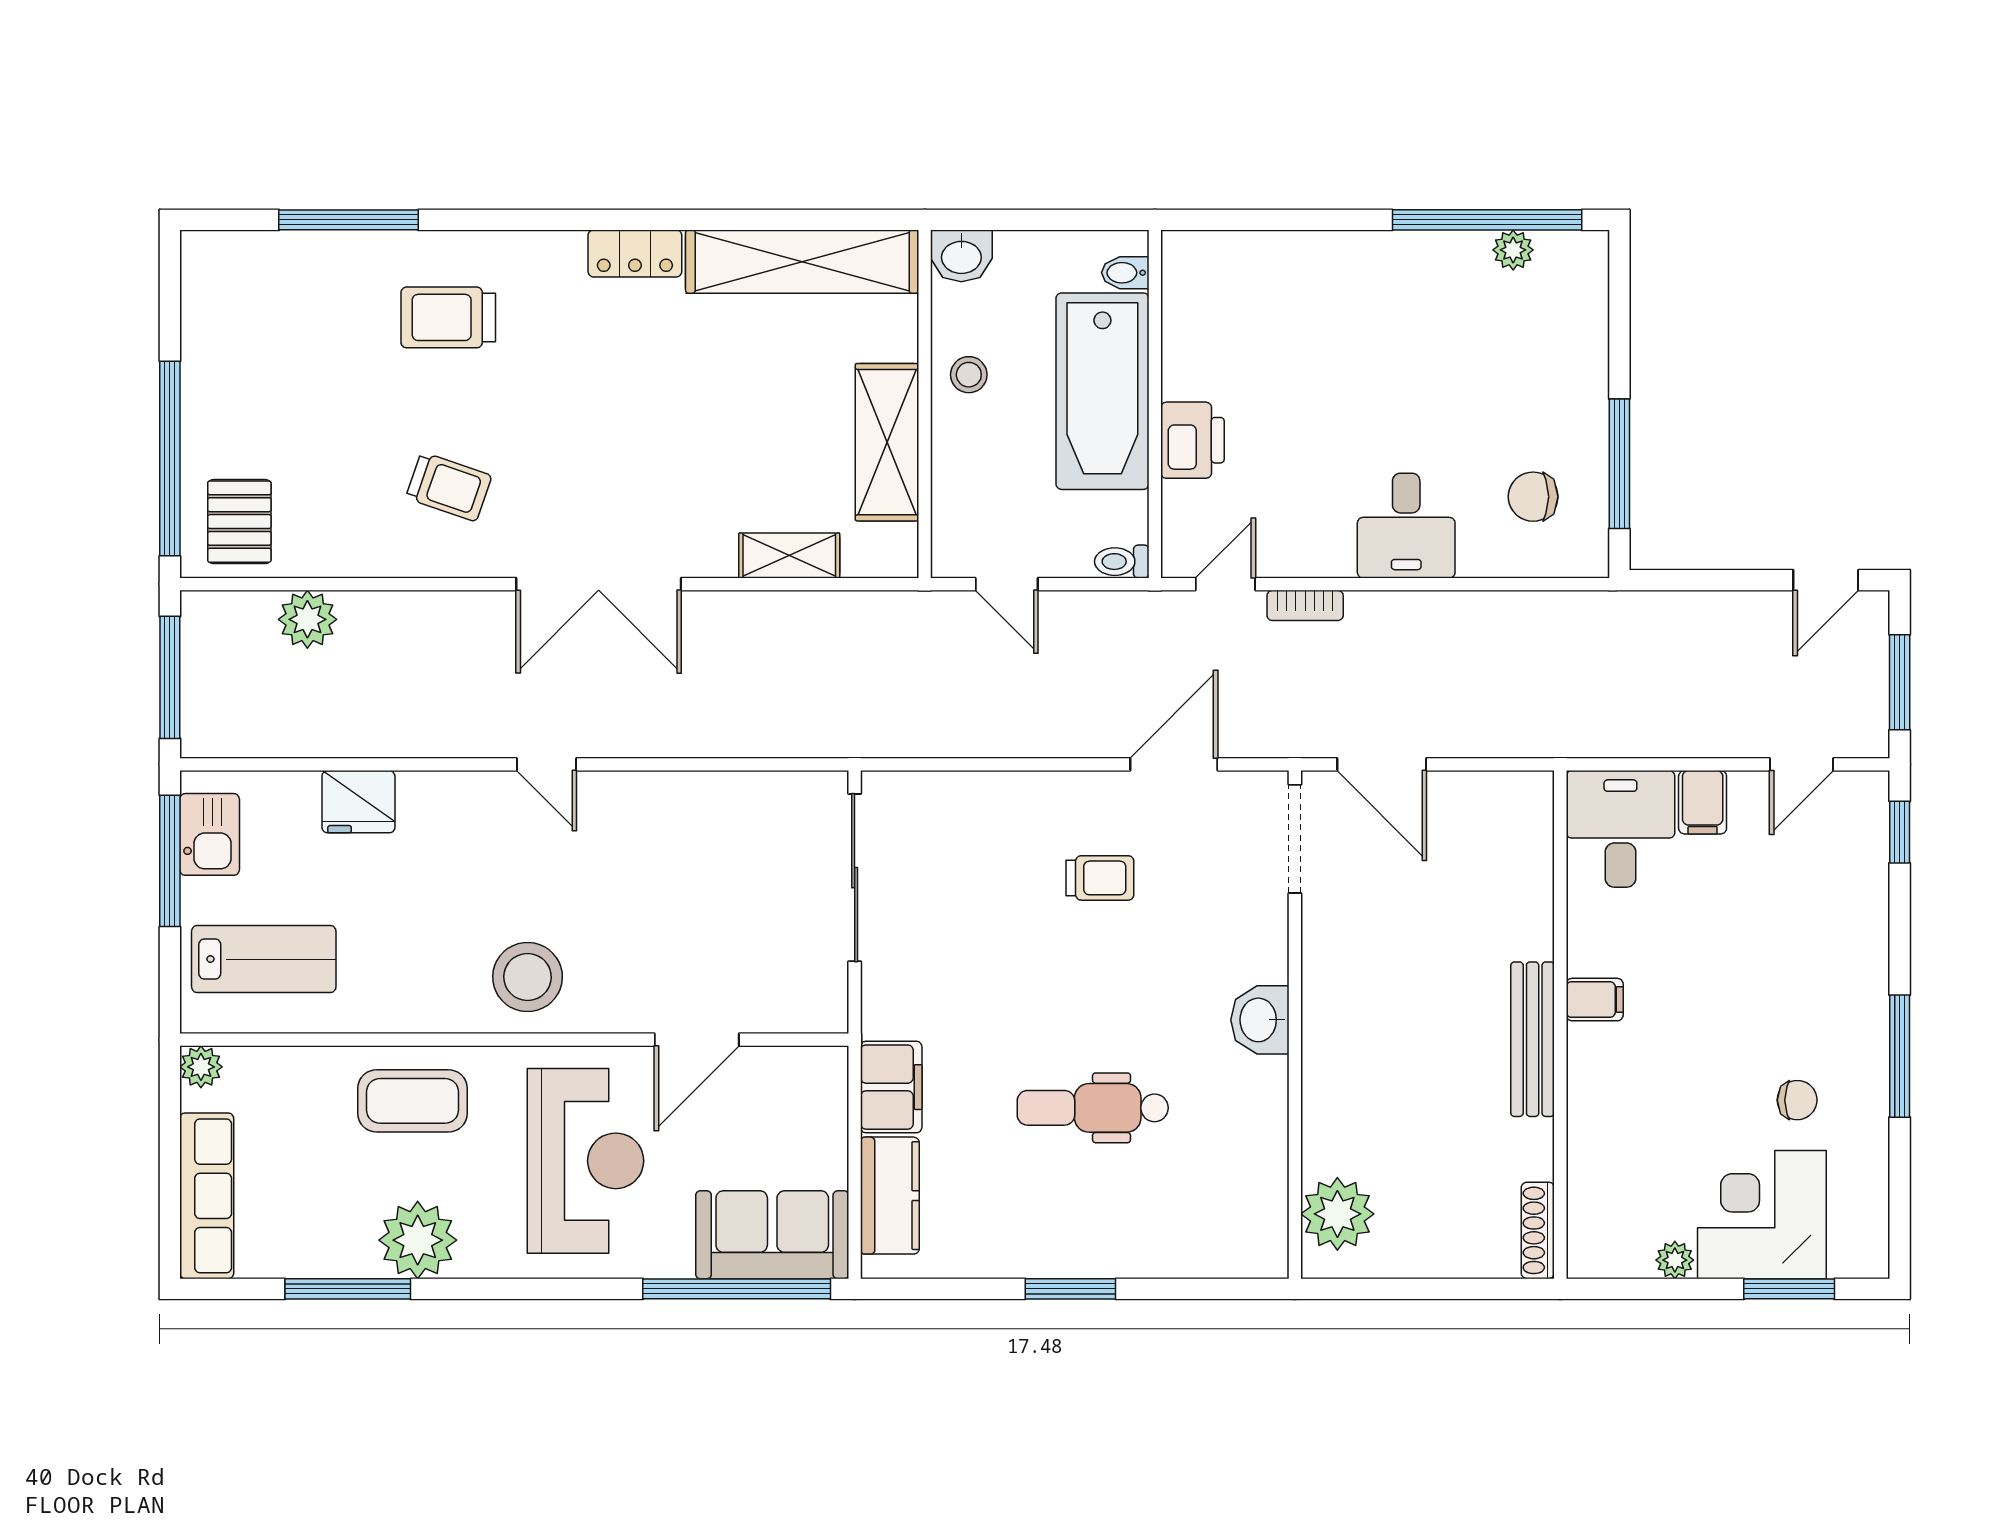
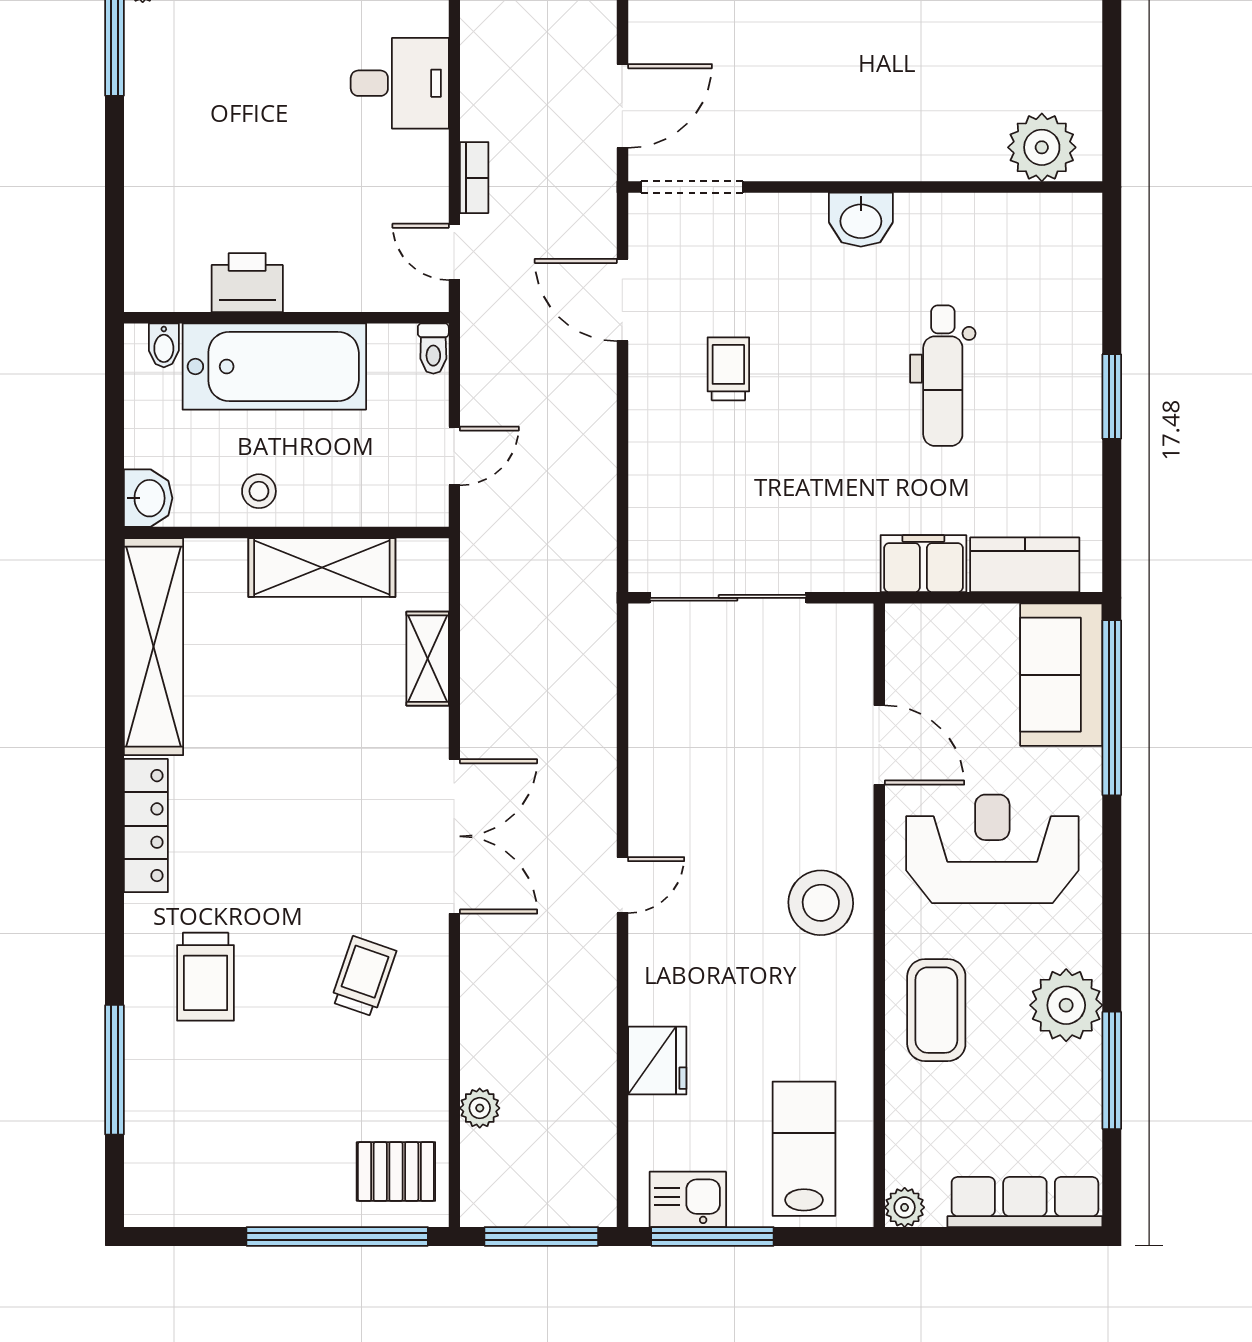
locker: (635, 253) -> (146, 826), width x1.53
printer: (1192, 440) -> (247, 283), moved
plant: (307, 619) -> (480, 1108), width x0.73, depth x0.73

